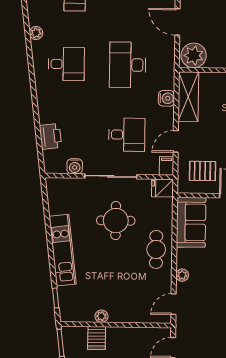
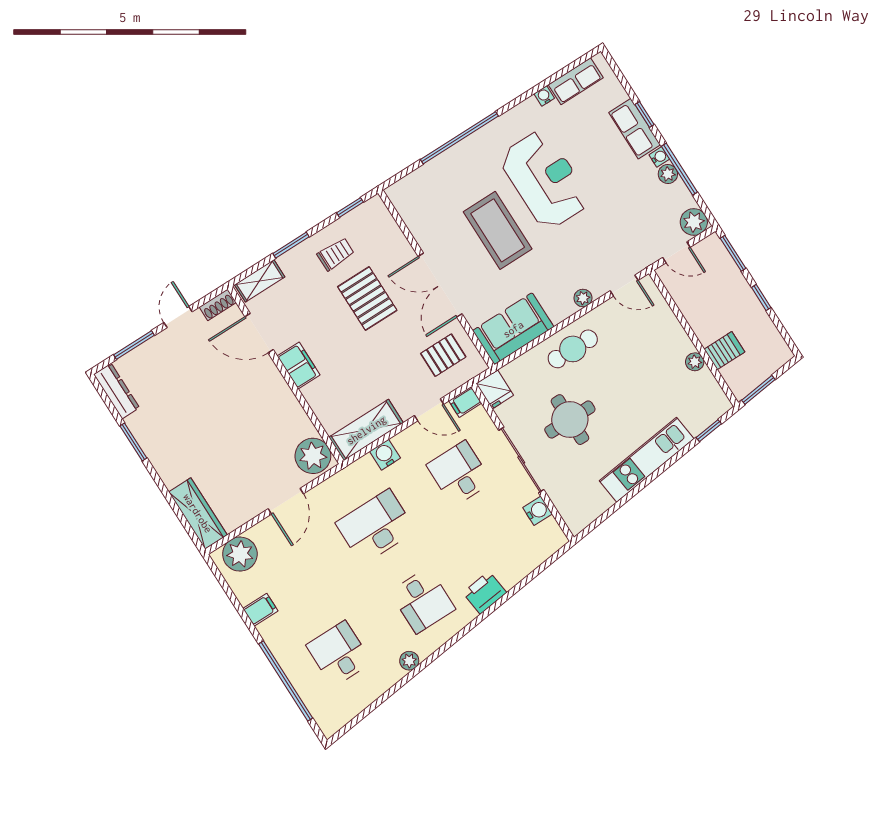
desk: (66, 64) -> (423, 600), turned 180
desk: (128, 65) -> (376, 527), turned 180
printer: (50, 136) -> (485, 593), moved
pallet: (202, 171) -> (443, 355), turned 90

